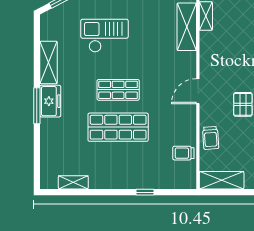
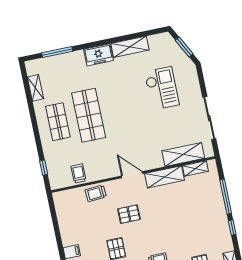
shop shelf: (118, 90) -> (58, 122), moved
window: (37, 106) -> (57, 52), moved
shelving: (222, 180) -> (165, 177), moved, turned 90
window: (145, 192) -> (44, 168), moved

